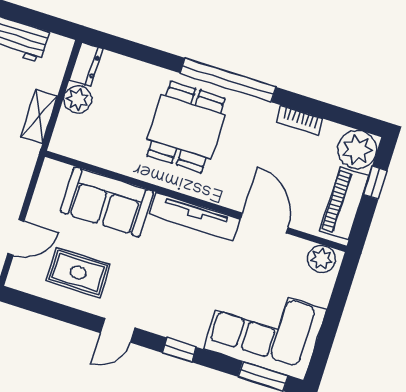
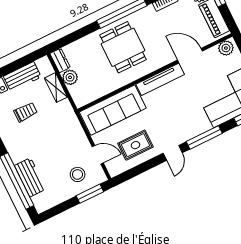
shelving: (39, 117) -> (56, 88), moved
sofa: (107, 202) -> (113, 110), width x1.36
door: (16, 237) -> (98, 155), hinge flipped
window: (179, 350) -> (204, 137), width x2.17

